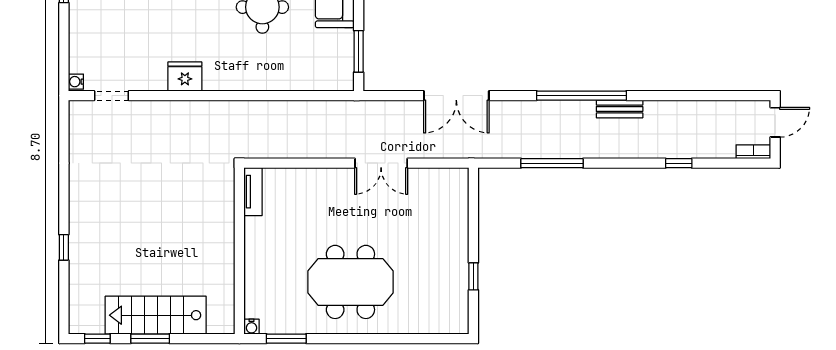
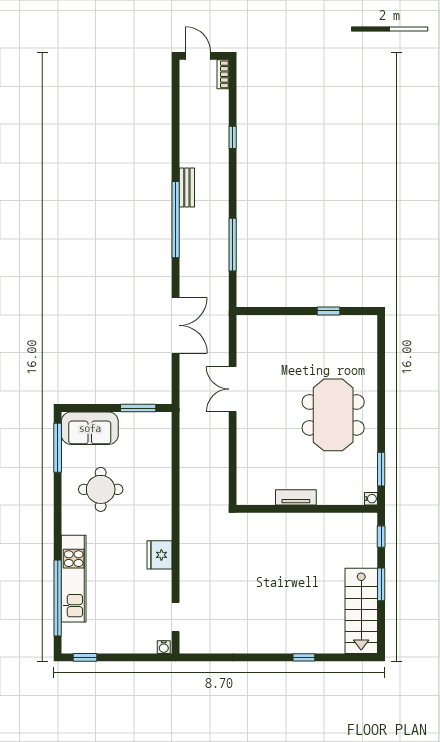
double door: (381, 163) -> (233, 389), swing flipped
tv unit: (253, 192) -> (296, 497), moved
stairs: (156, 315) -> (361, 611), moved
window: (97, 339) -> (381, 537), moved

